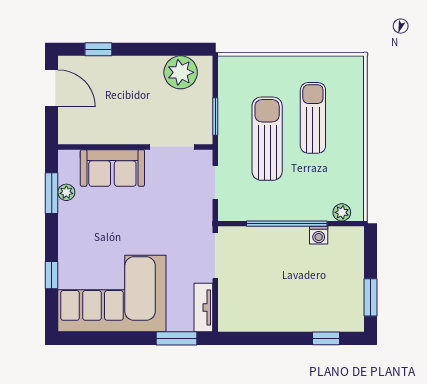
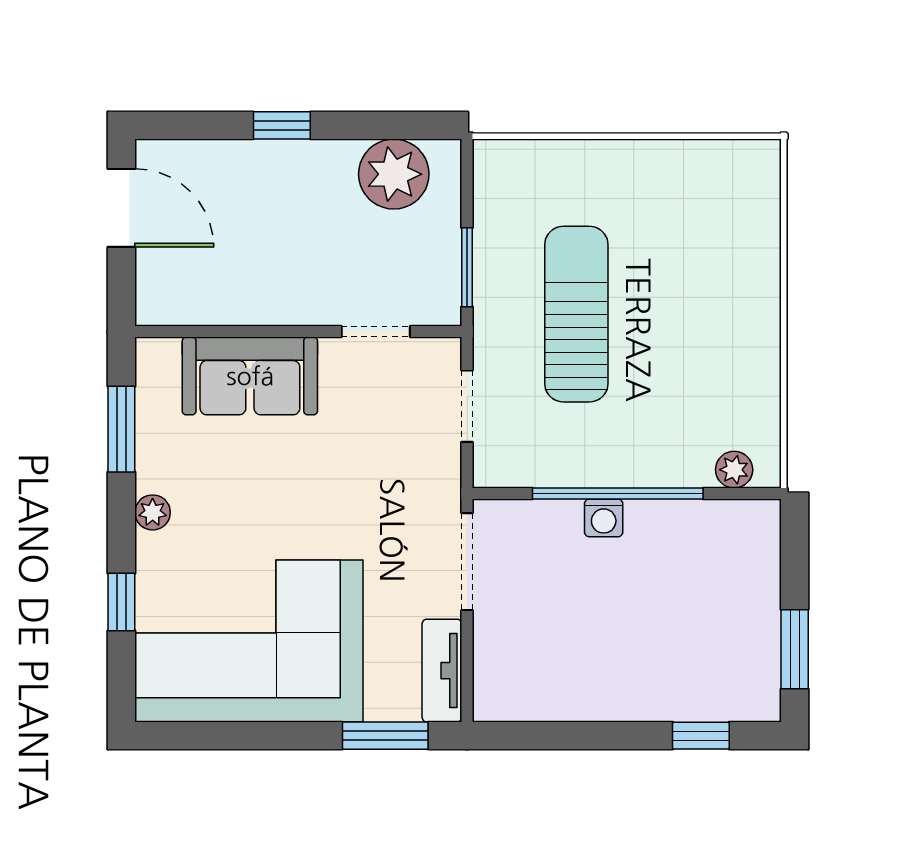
window: (98, 49) -> (282, 125), moved
sun lounger: (313, 118) -> (673, 270), removed
doorway: (172, 147) -> (376, 332), width x0.73
plant: (66, 192) -> (153, 512), moved
washing machine: (319, 235) -> (604, 518), moved

